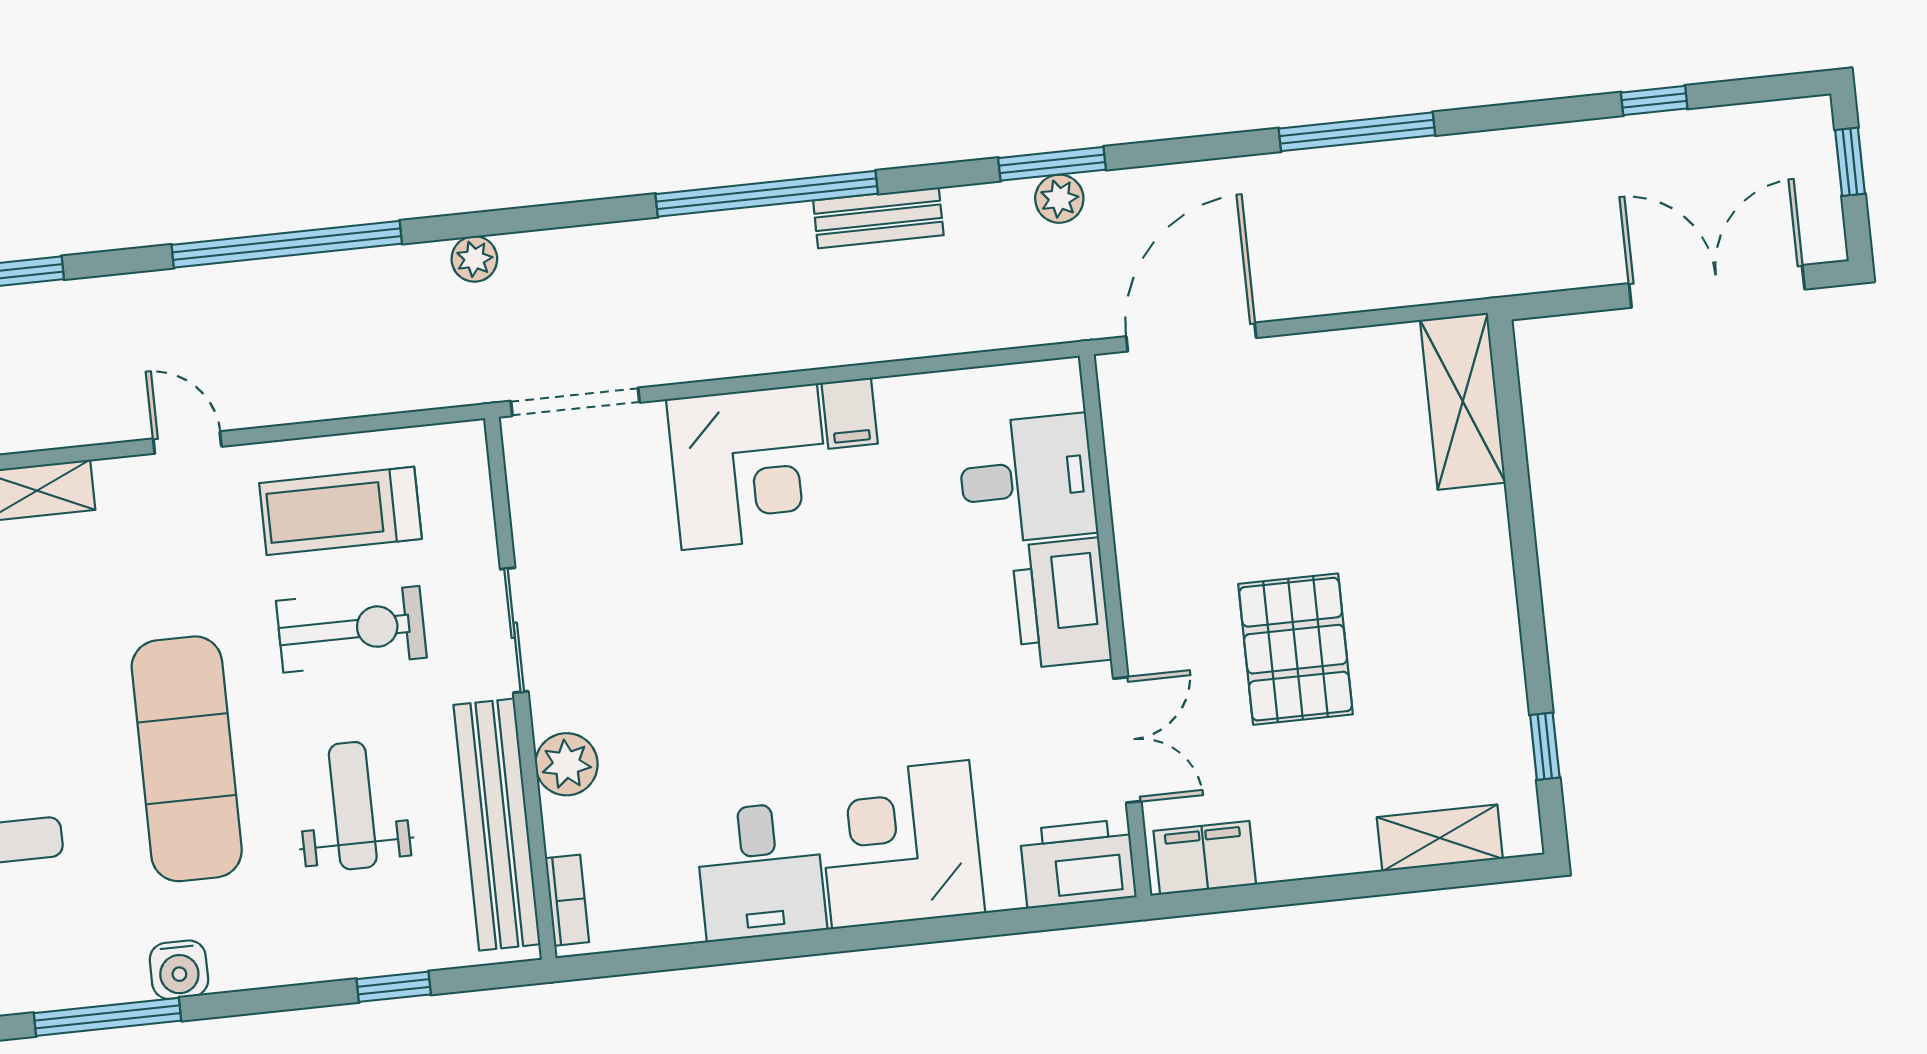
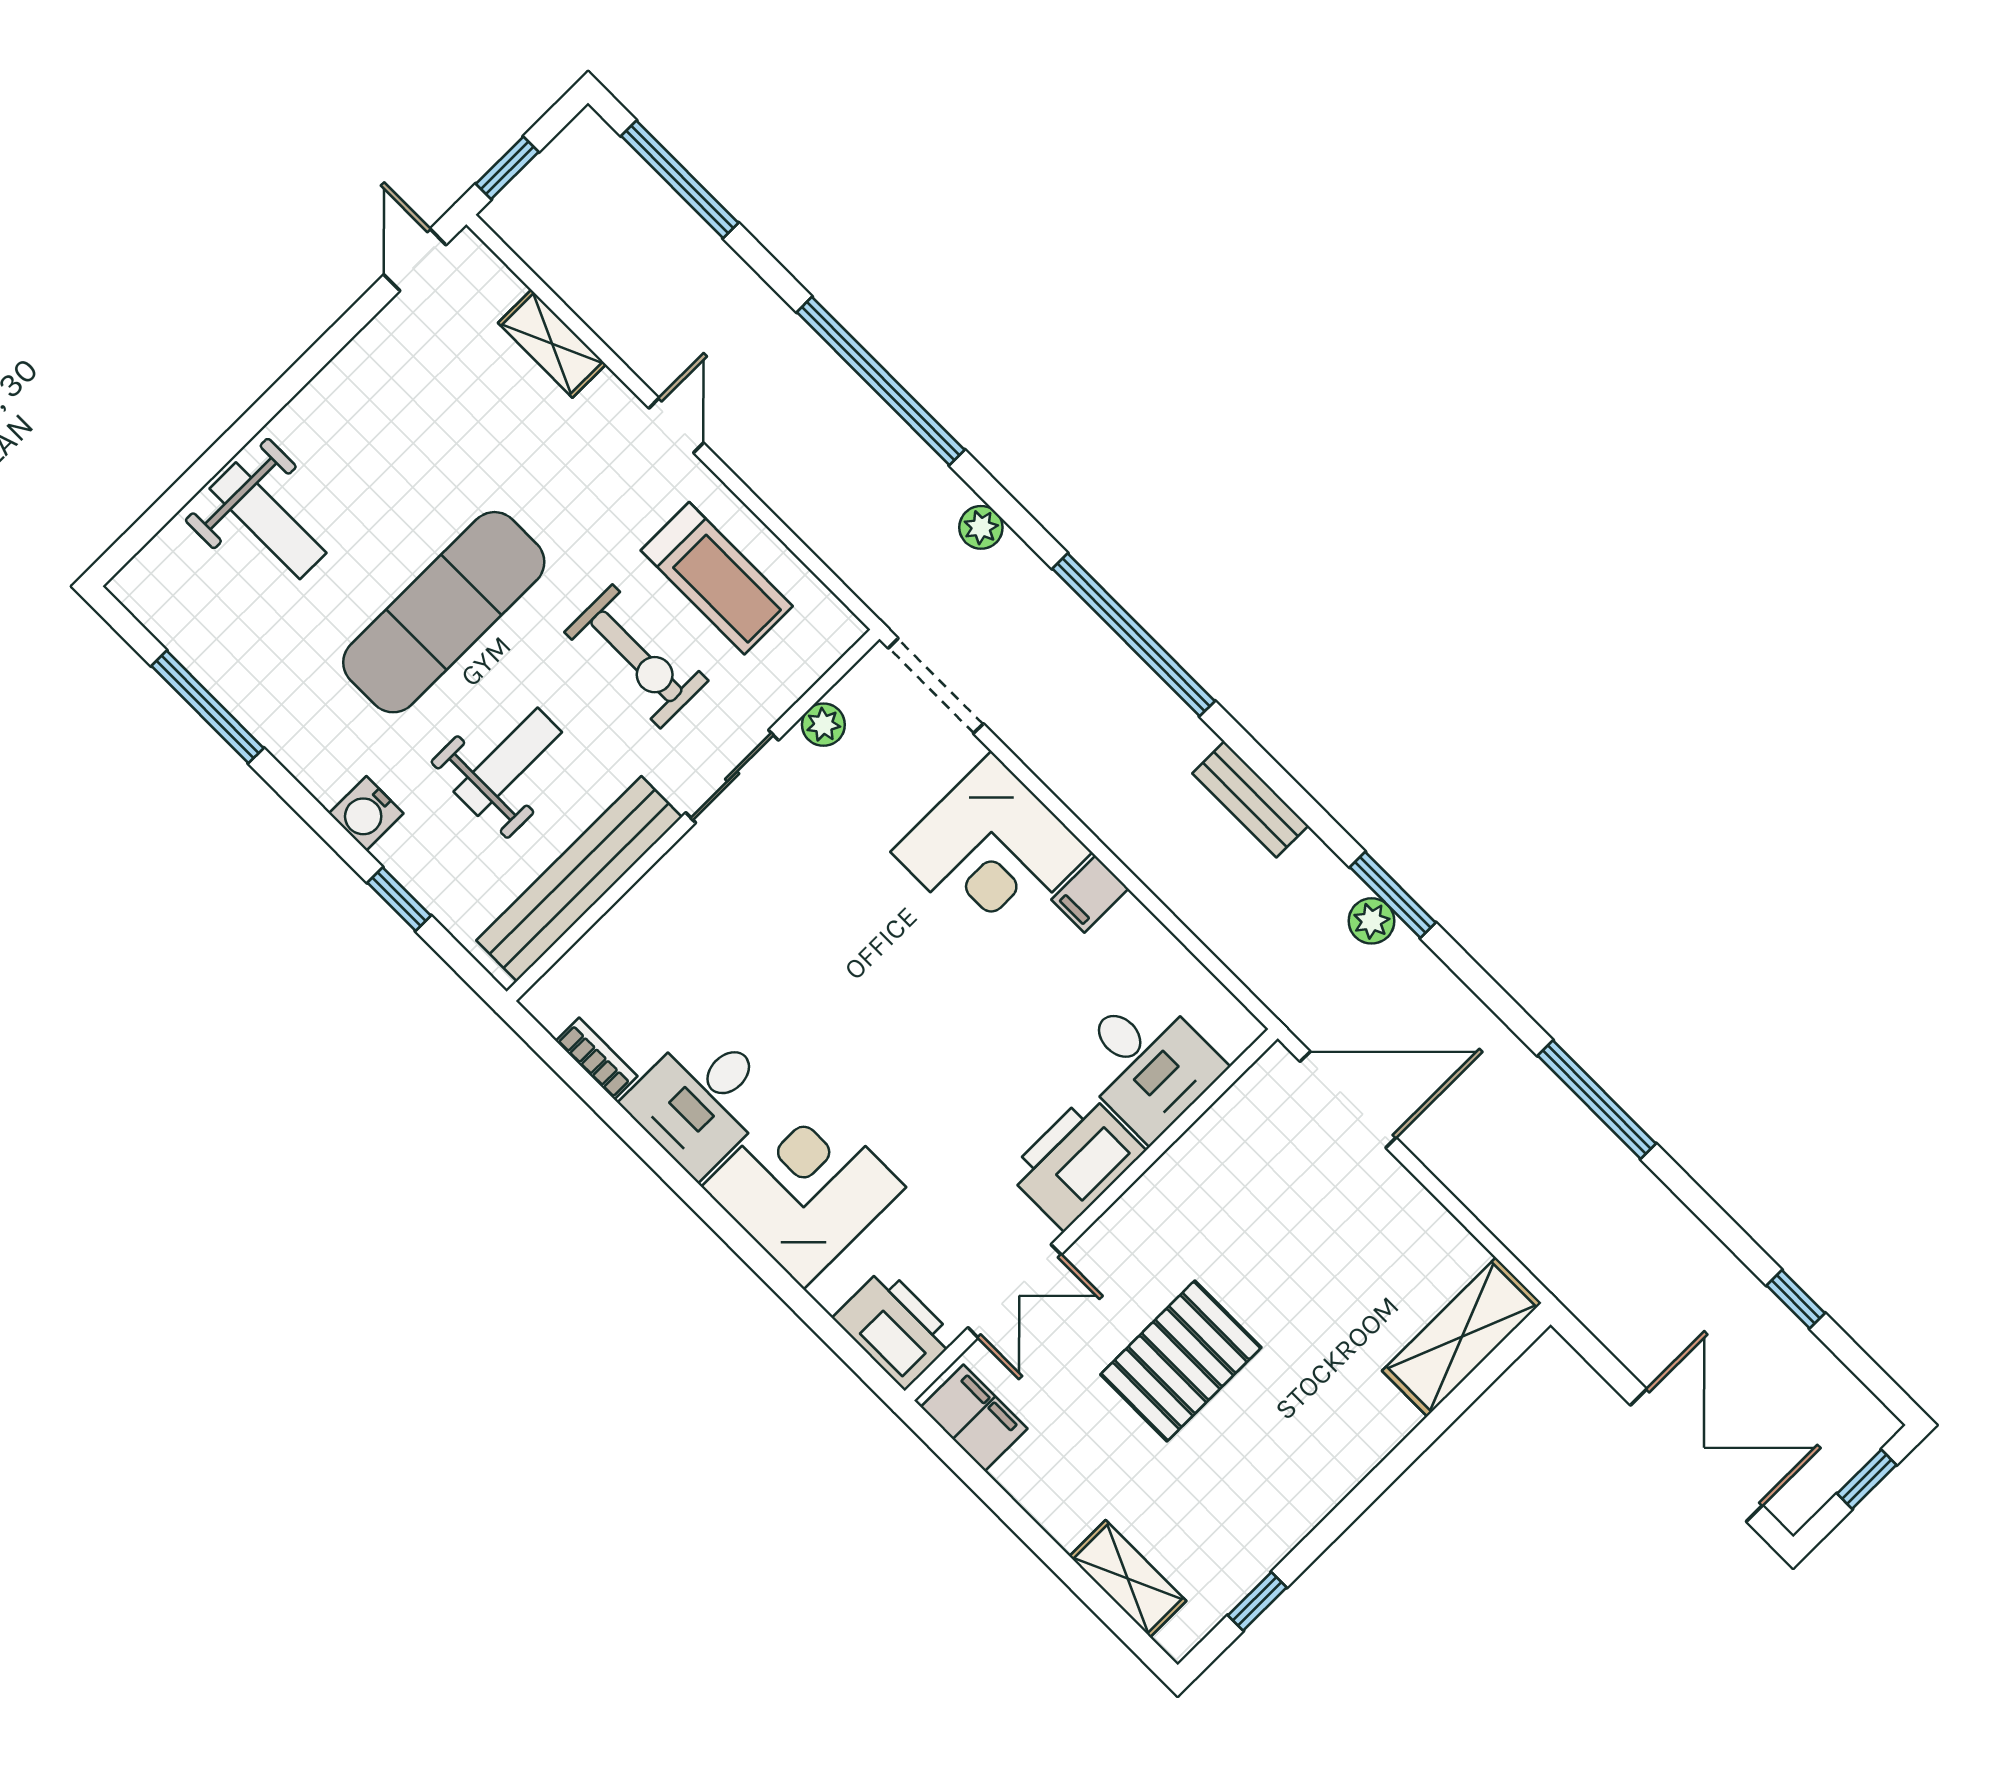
window: (767, 194) -> (1134, 635), moved
treadmill: (340, 511) -> (717, 578), turned 180
plant: (566, 764) -> (823, 725), moved, width x0.73, depth x0.73
bookcase: (567, 900) -> (597, 1059), moved, turned -90
water cooler: (179, 970) -> (366, 813), moved

